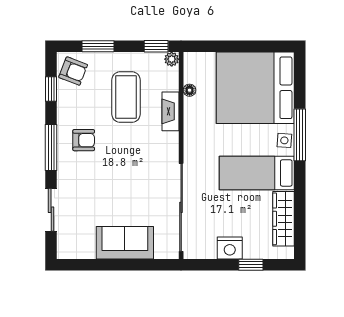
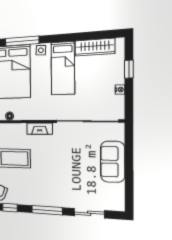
fireplace: (170, 111) -> (40, 129), moved
window: (300, 135) -> (22, 41), moved
armchair: (84, 140) -> (42, 188), removed
nightstand: (230, 248) -> (120, 90), width x0.53, depth x0.56

